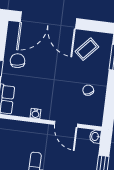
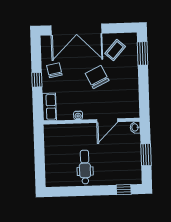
chair: (88, 90) -> (97, 77), moved, width x1.87, depth x1.87
door: (66, 124) -> (107, 121), hinge flipped

